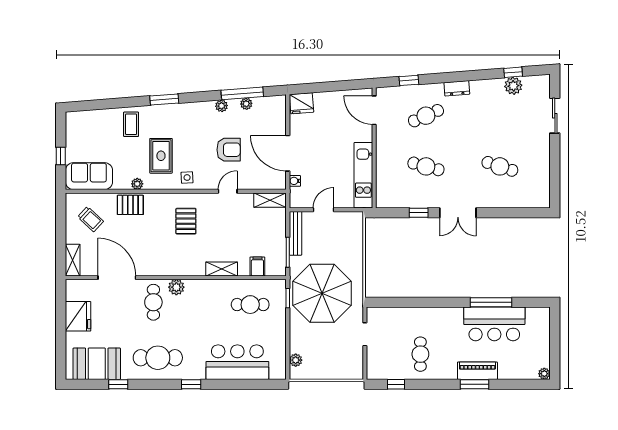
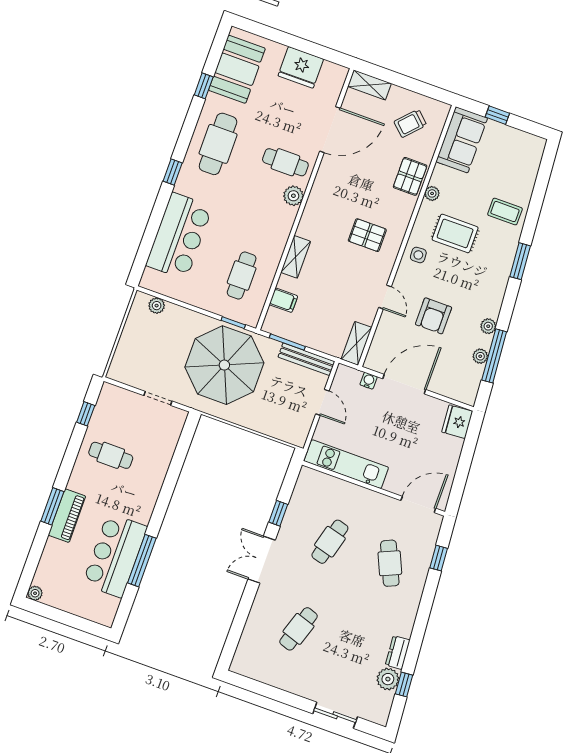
dresser: (457, 88) -> (398, 653), moved

